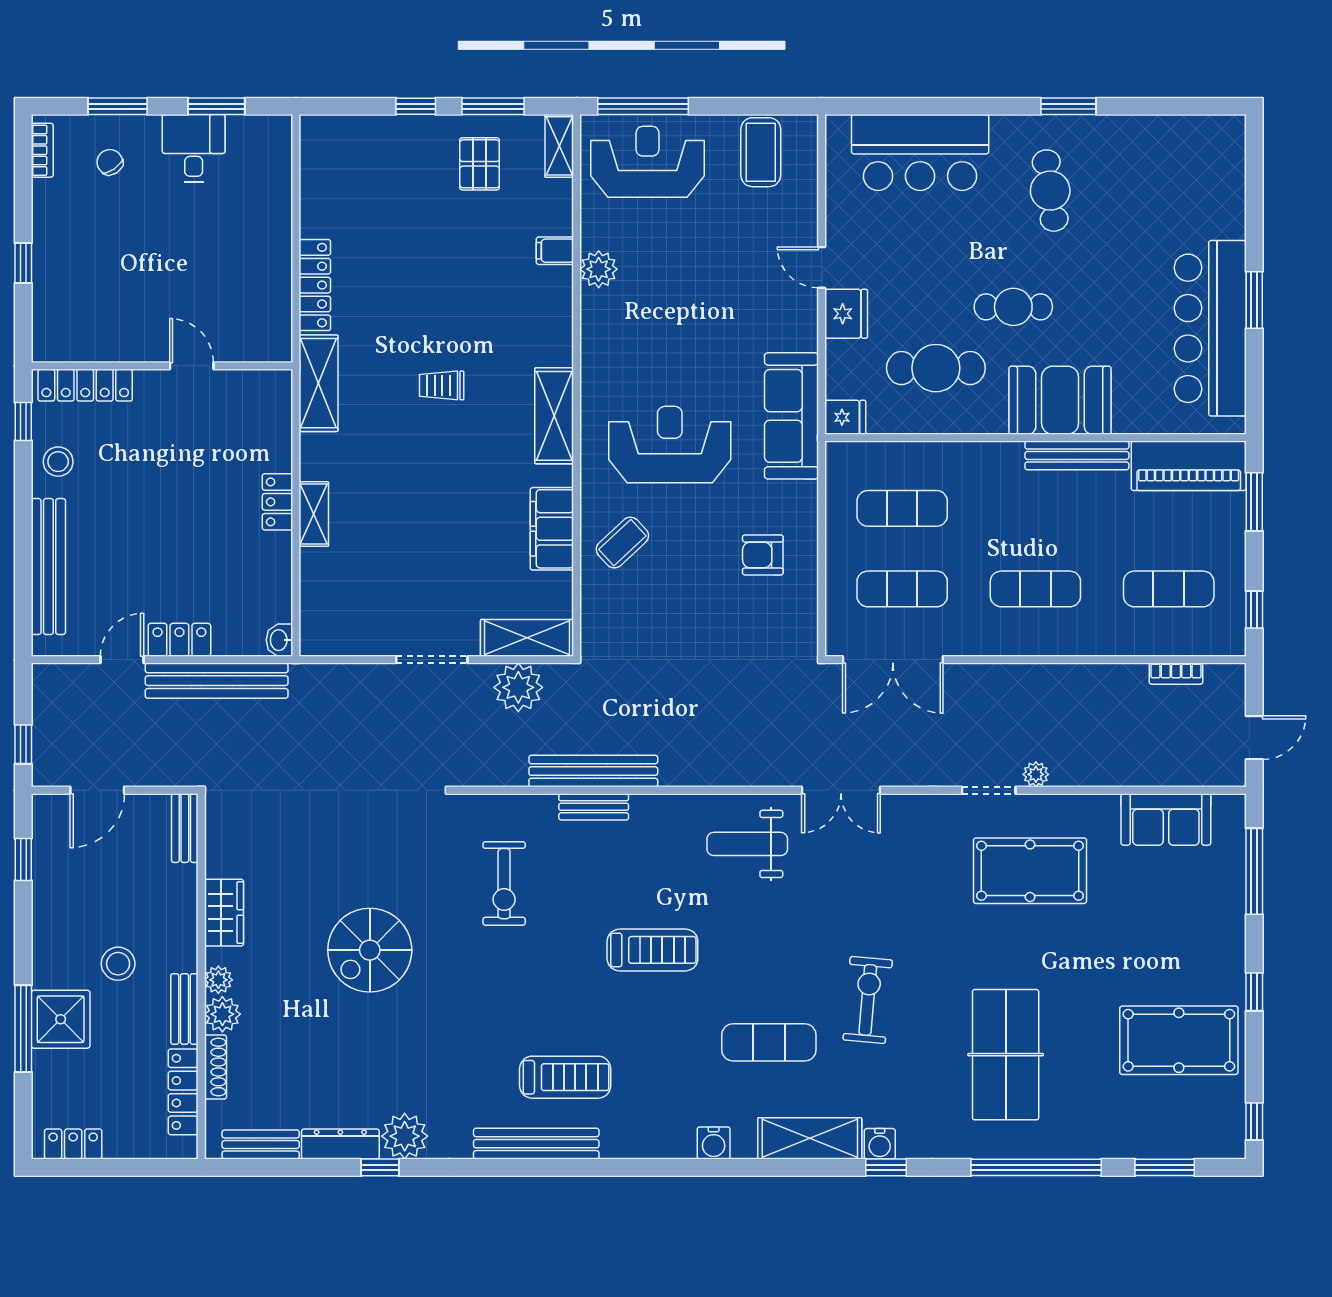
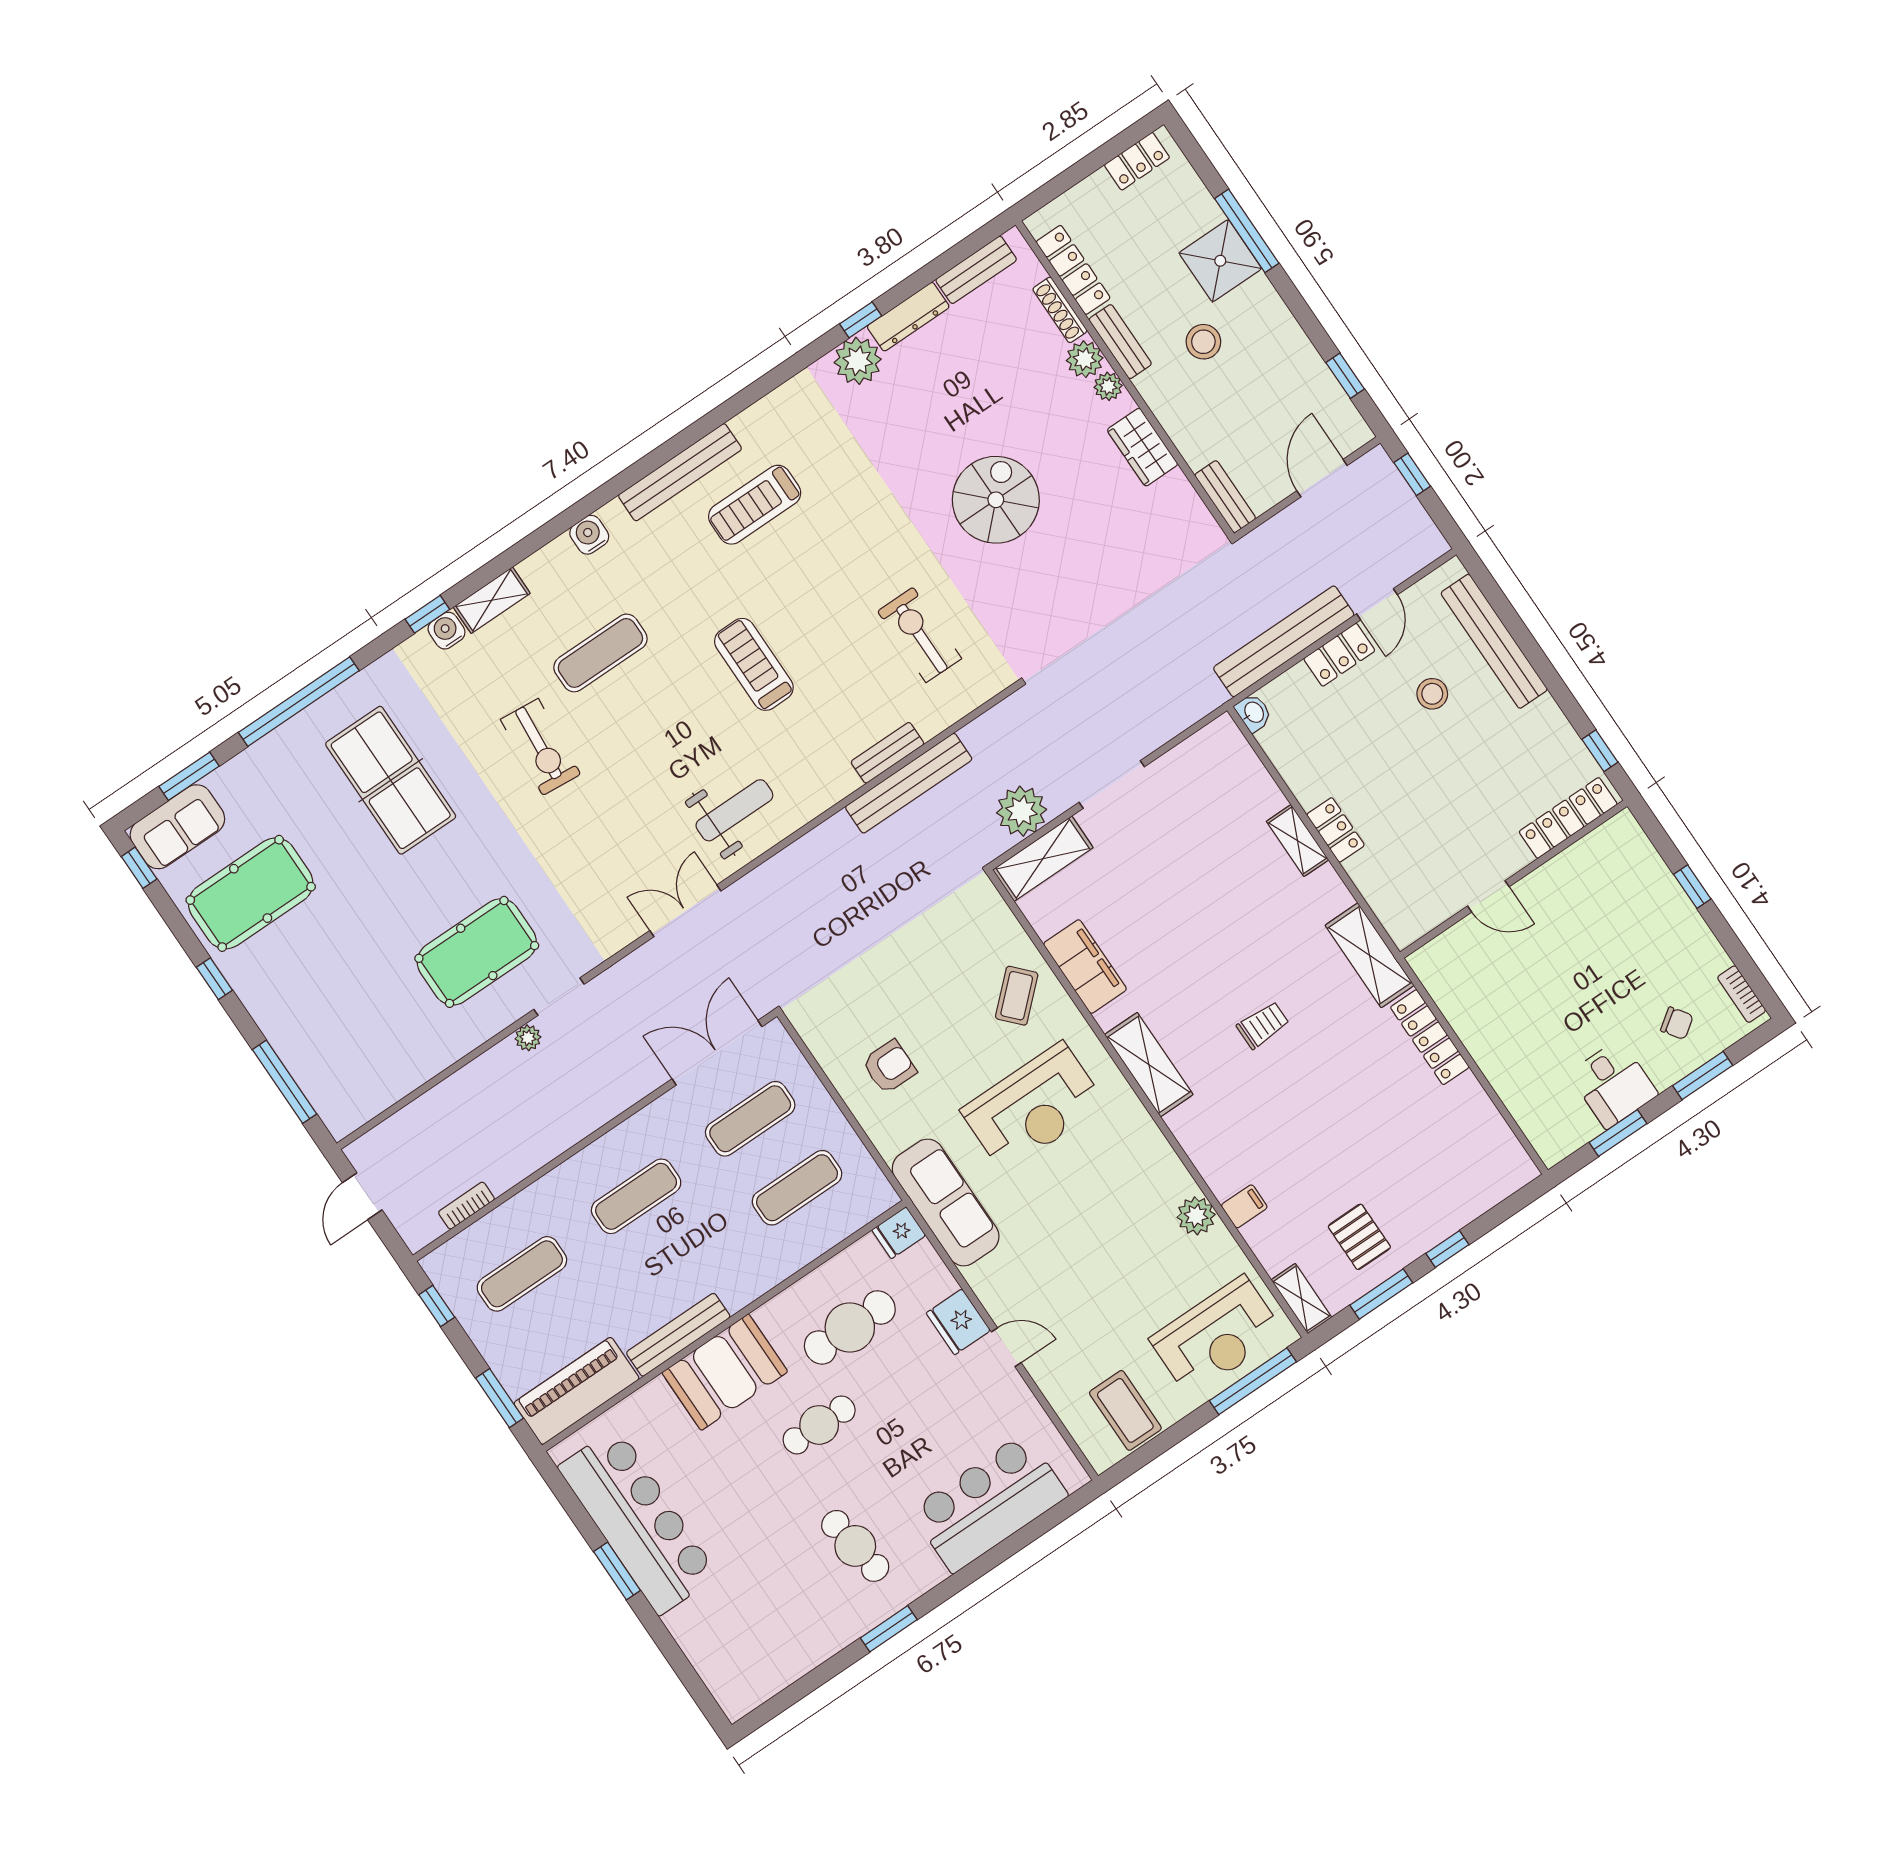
stool: (58, 462) -> (1432, 694), moved
sofa: (1166, 819) -> (177, 827), moved, turned 180
treadmill: (652, 950) -> (754, 664), turned 90
shelving: (810, 1138) -> (492, 600), width x0.67, depth x0.75
bench: (536, 1144) -> (680, 472), moved

